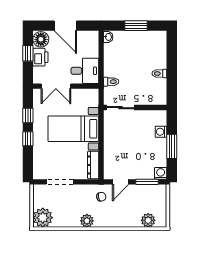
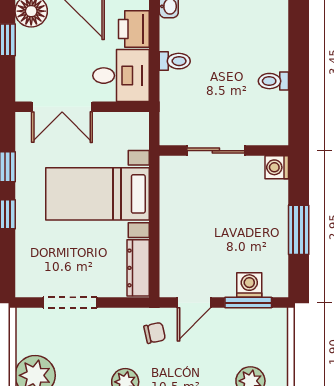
printer: (40, 57) -> (134, 29), moved, turned 180
toilet: (111, 82) -> (175, 61), moved
sliding door: (121, 108) -> (216, 151), moved
washing machine: (161, 132) -> (277, 167), moved
washing machine: (161, 173) -> (249, 285), moved

